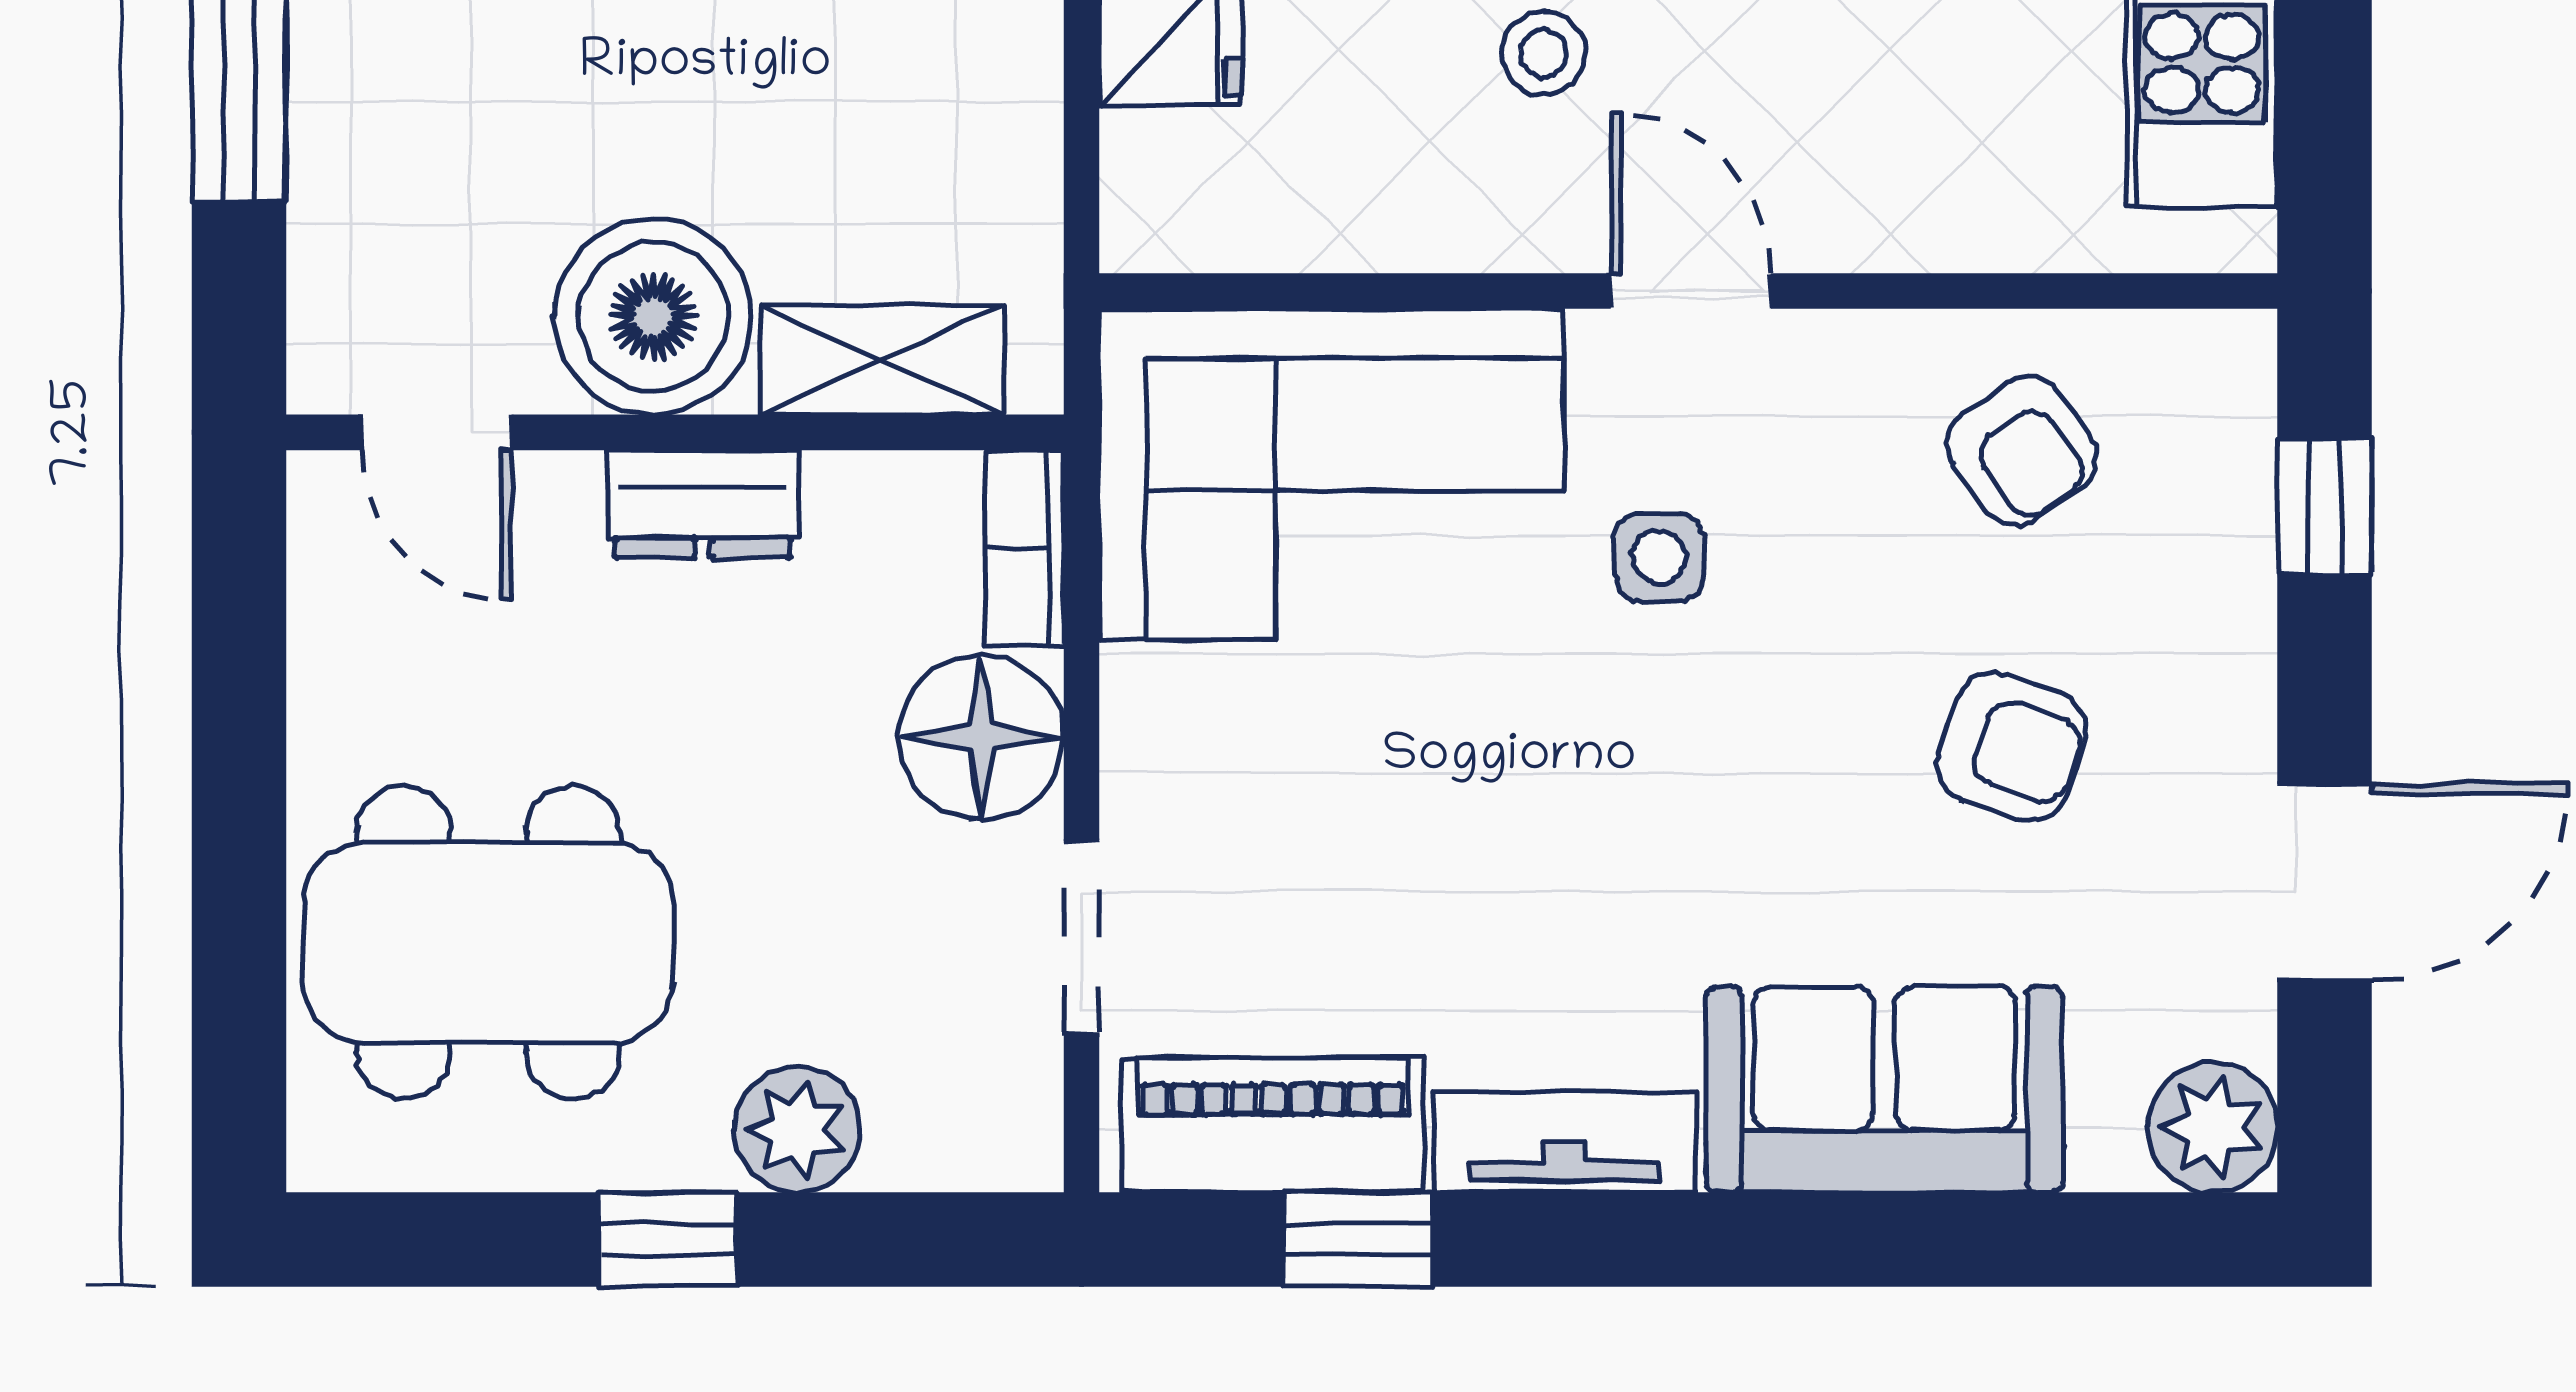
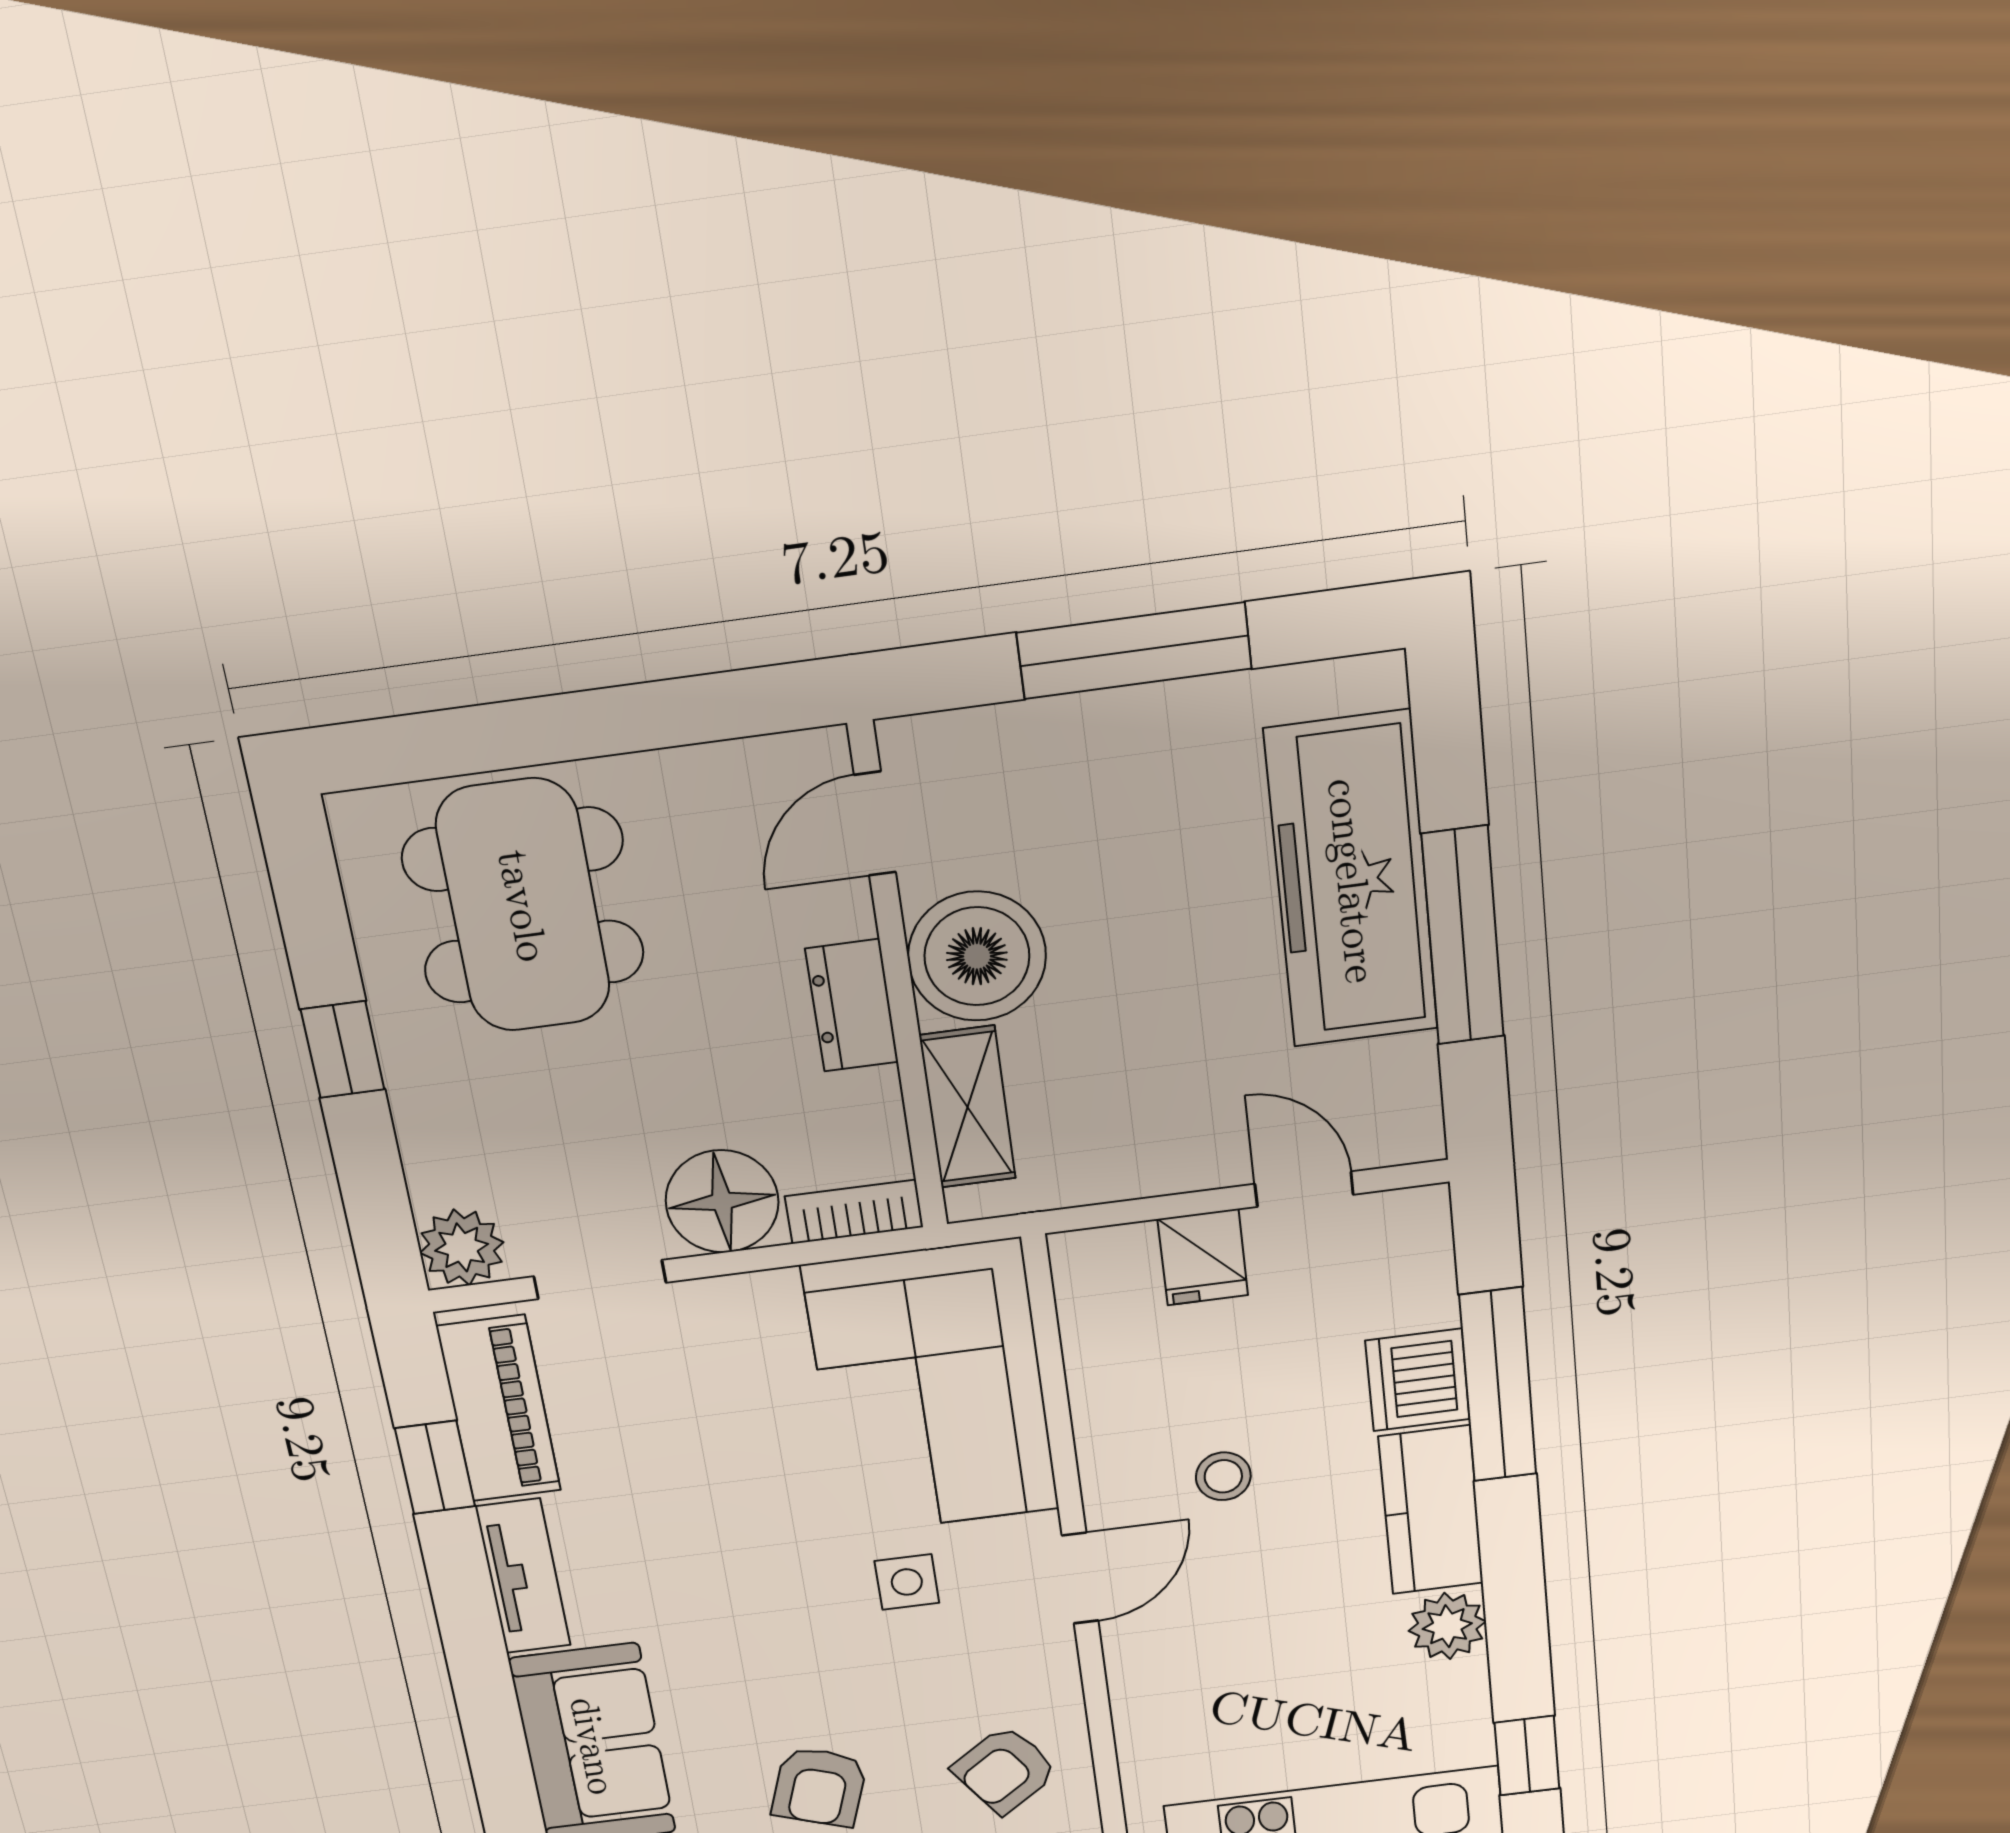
plant: (797, 1130) -> (462, 1247), moved

